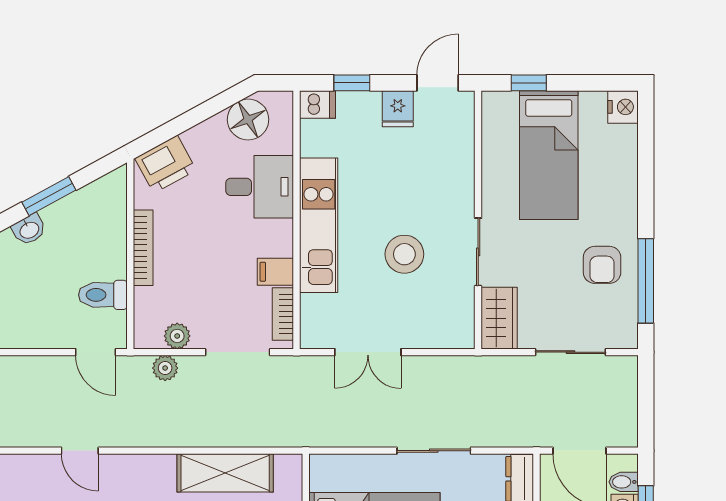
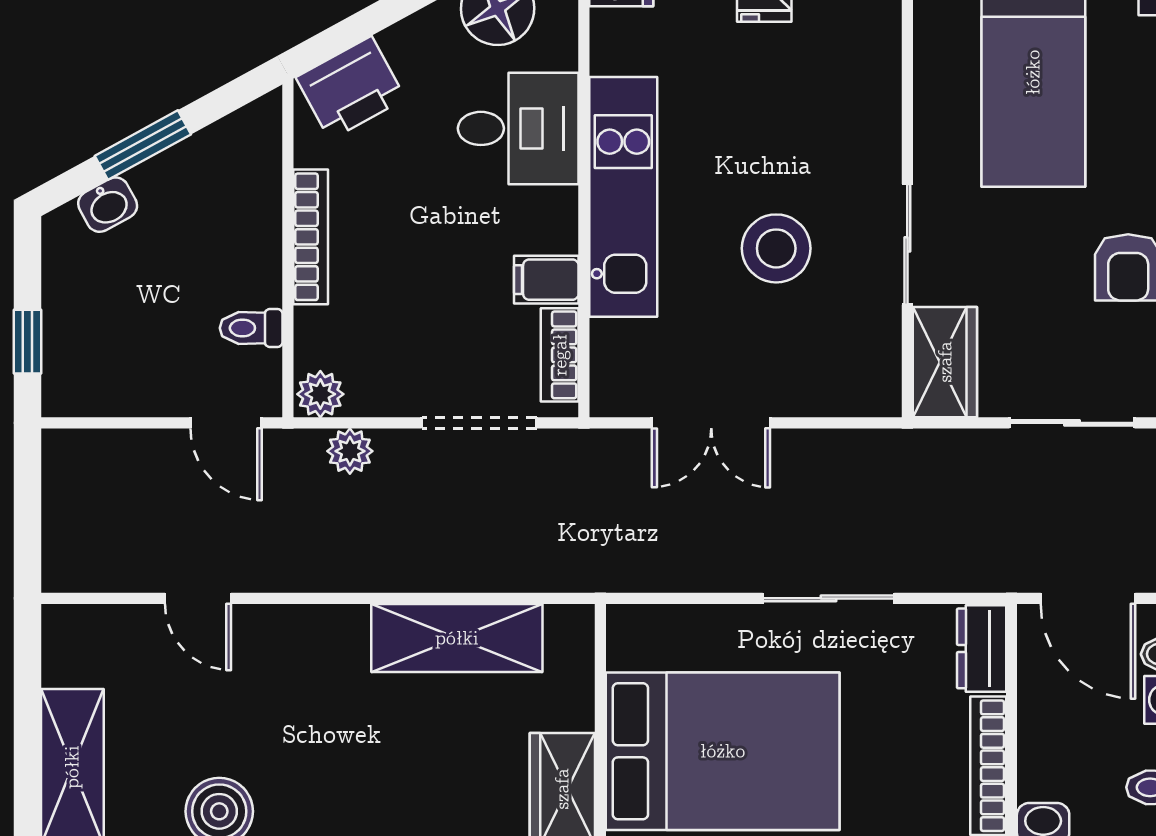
toilet: (103, 295) -> (251, 328), width x0.73, depth x0.72
plant: (177, 336) -> (320, 394), moved

